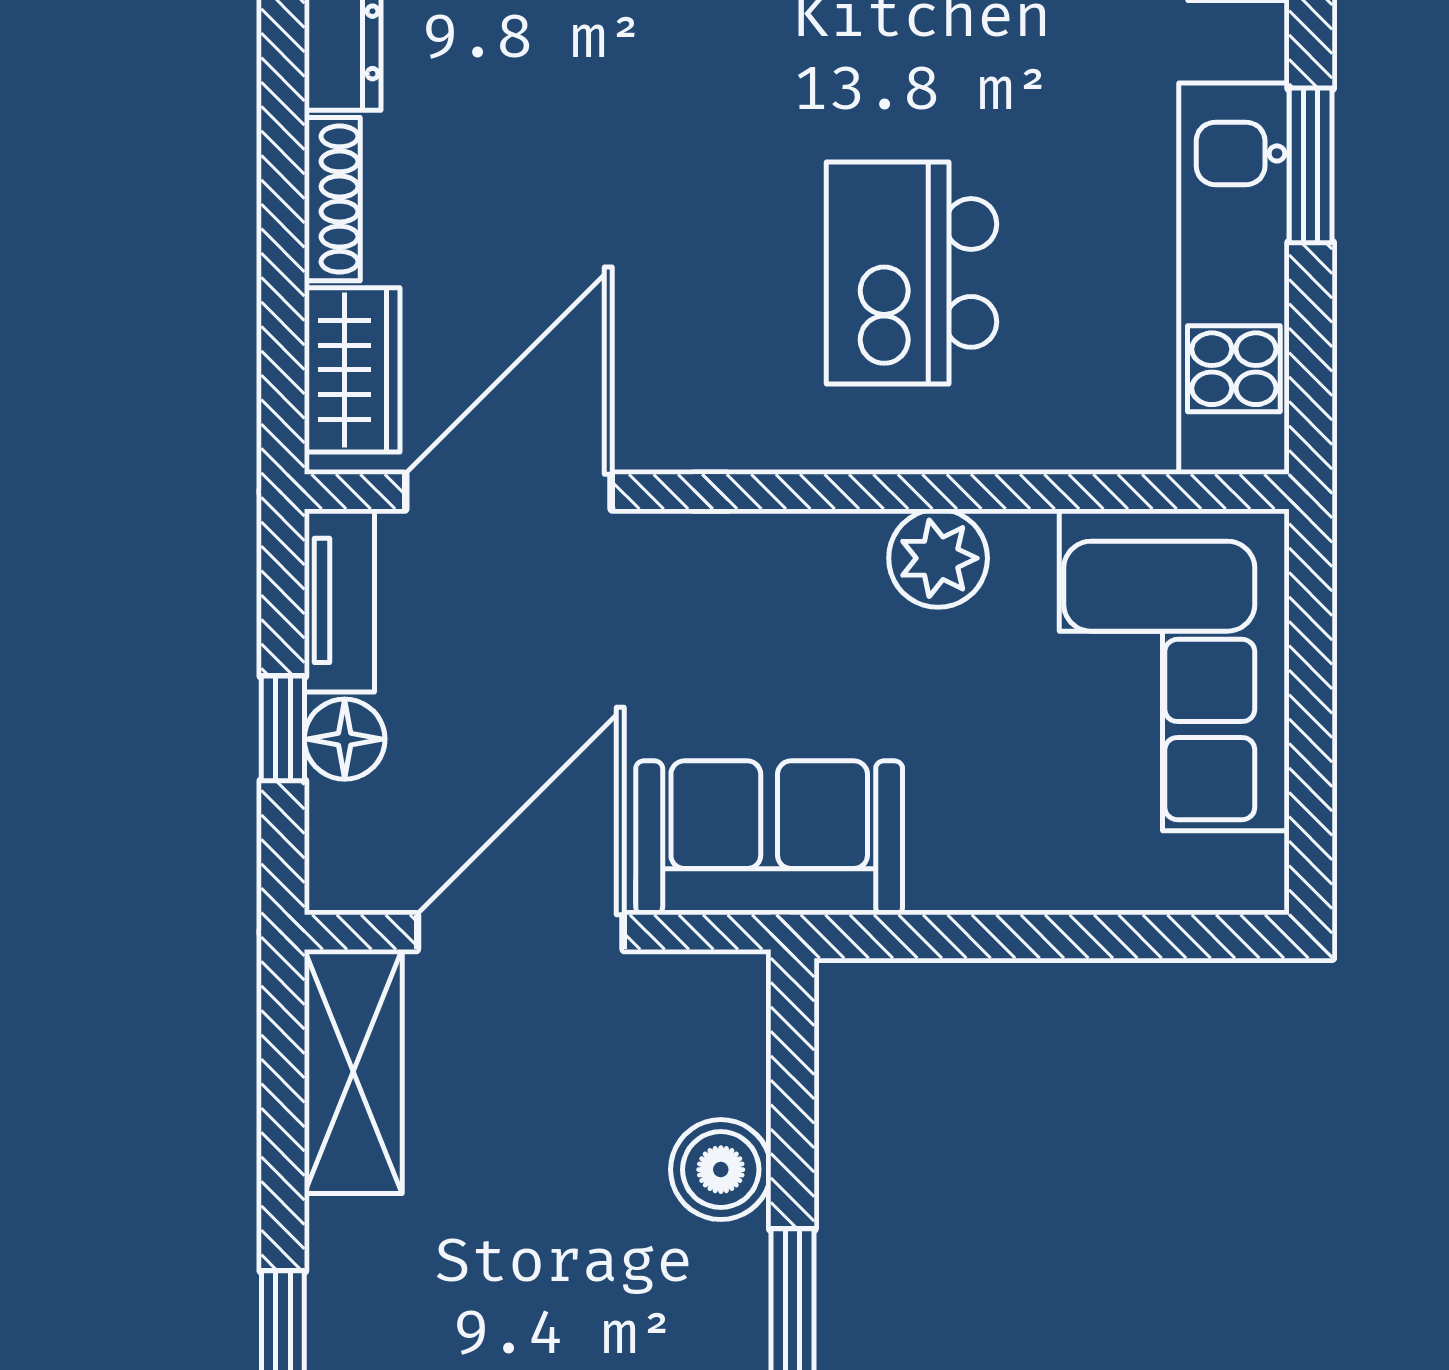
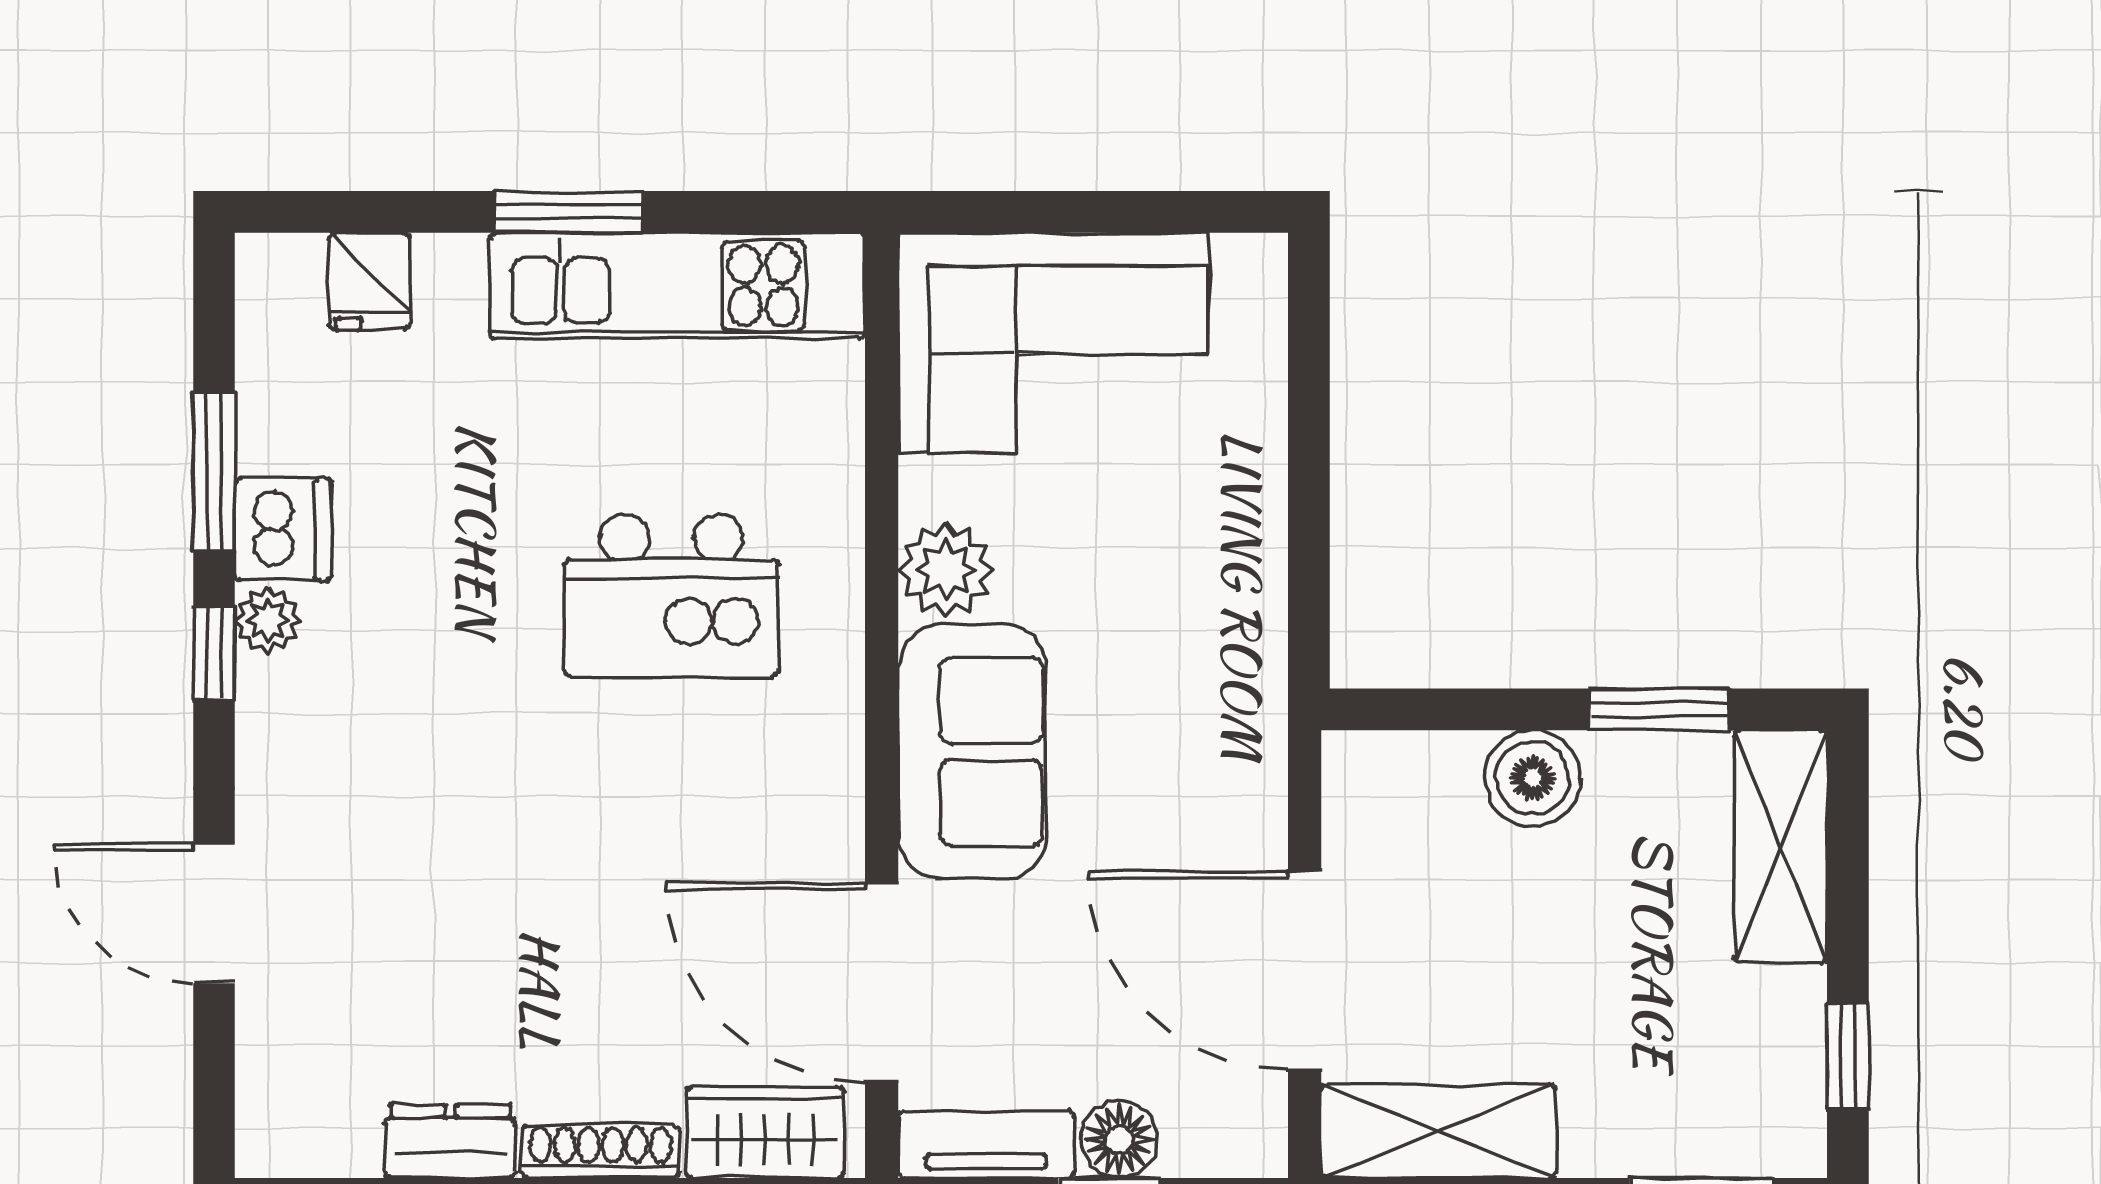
sofa: (769, 838) -> (972, 752), moved, turned 180

